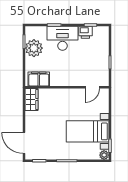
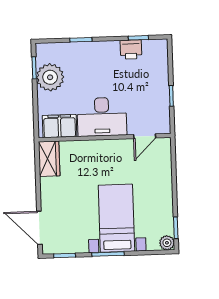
desk: (63, 38) -> (102, 117), moved, turned 180
bed with nightstands: (88, 131) -> (116, 218), moved, turned 90

